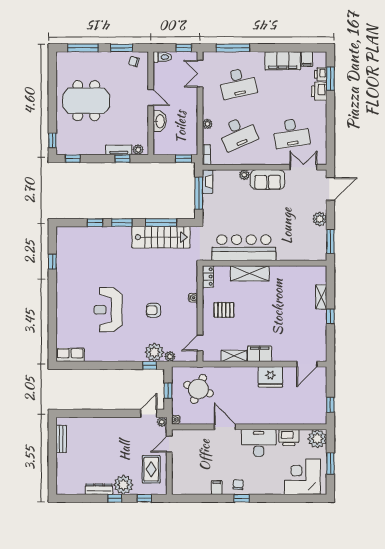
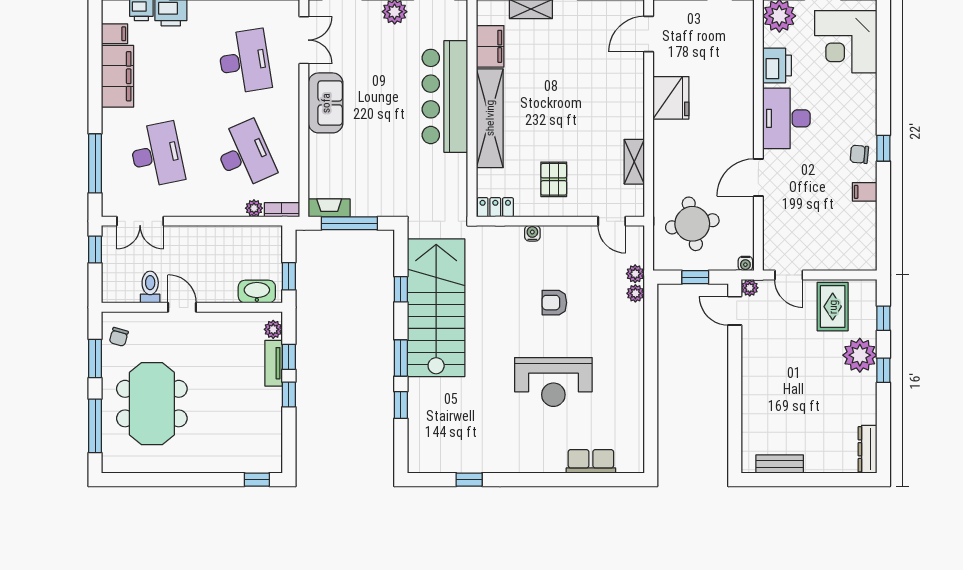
toilet: (162, 57) -> (150, 287), moved
door: (151, 98) -> (182, 307), hinge flipped
meeting table: (86, 101) -> (152, 404), moved
washbasin: (160, 121) -> (257, 292), moved
plant: (207, 124) -> (254, 208), moved
window: (73, 159) -> (289, 395), moved
window: (183, 159) -> (289, 276), moved
double door: (303, 167) -> (304, 40), swing flipped
plant: (244, 175) -> (317, 144), removed
window: (161, 223) -> (401, 289), width x0.46
stairs: (161, 237) -> (436, 308), width x1.36, depth x1.51
bar counter: (244, 248) -> (445, 96), moved
shelving: (250, 273) -> (490, 118), width x1.47
armchair: (153, 310) -> (554, 303), turned 90
plant: (154, 352) -> (635, 293), width x0.53, depth x0.53
filing cabinet: (260, 354) -> (490, 46), moved, turned 180
row of seats: (70, 355) -> (591, 461), moved, turned 90
door: (307, 364) -> (649, 34), swing flipped
window: (150, 365) -> (651, 309), removed
round table: (198, 389) -> (692, 224), turned -31
rug: (151, 469) -> (833, 307), turned 90
dresser: (99, 489) -> (868, 449), moved

